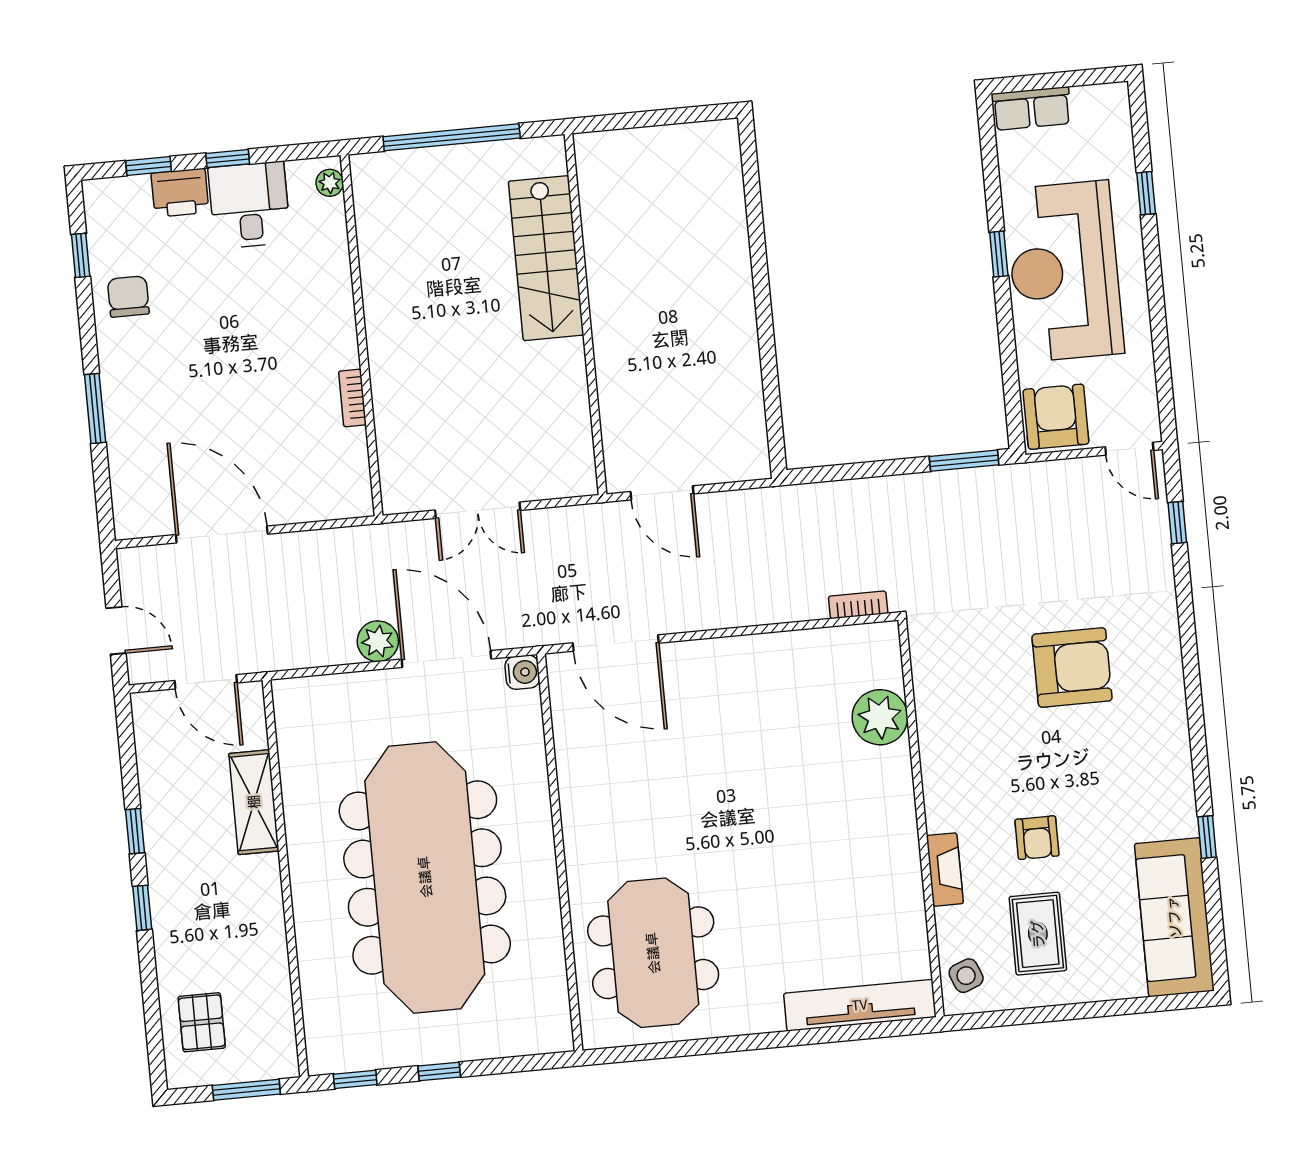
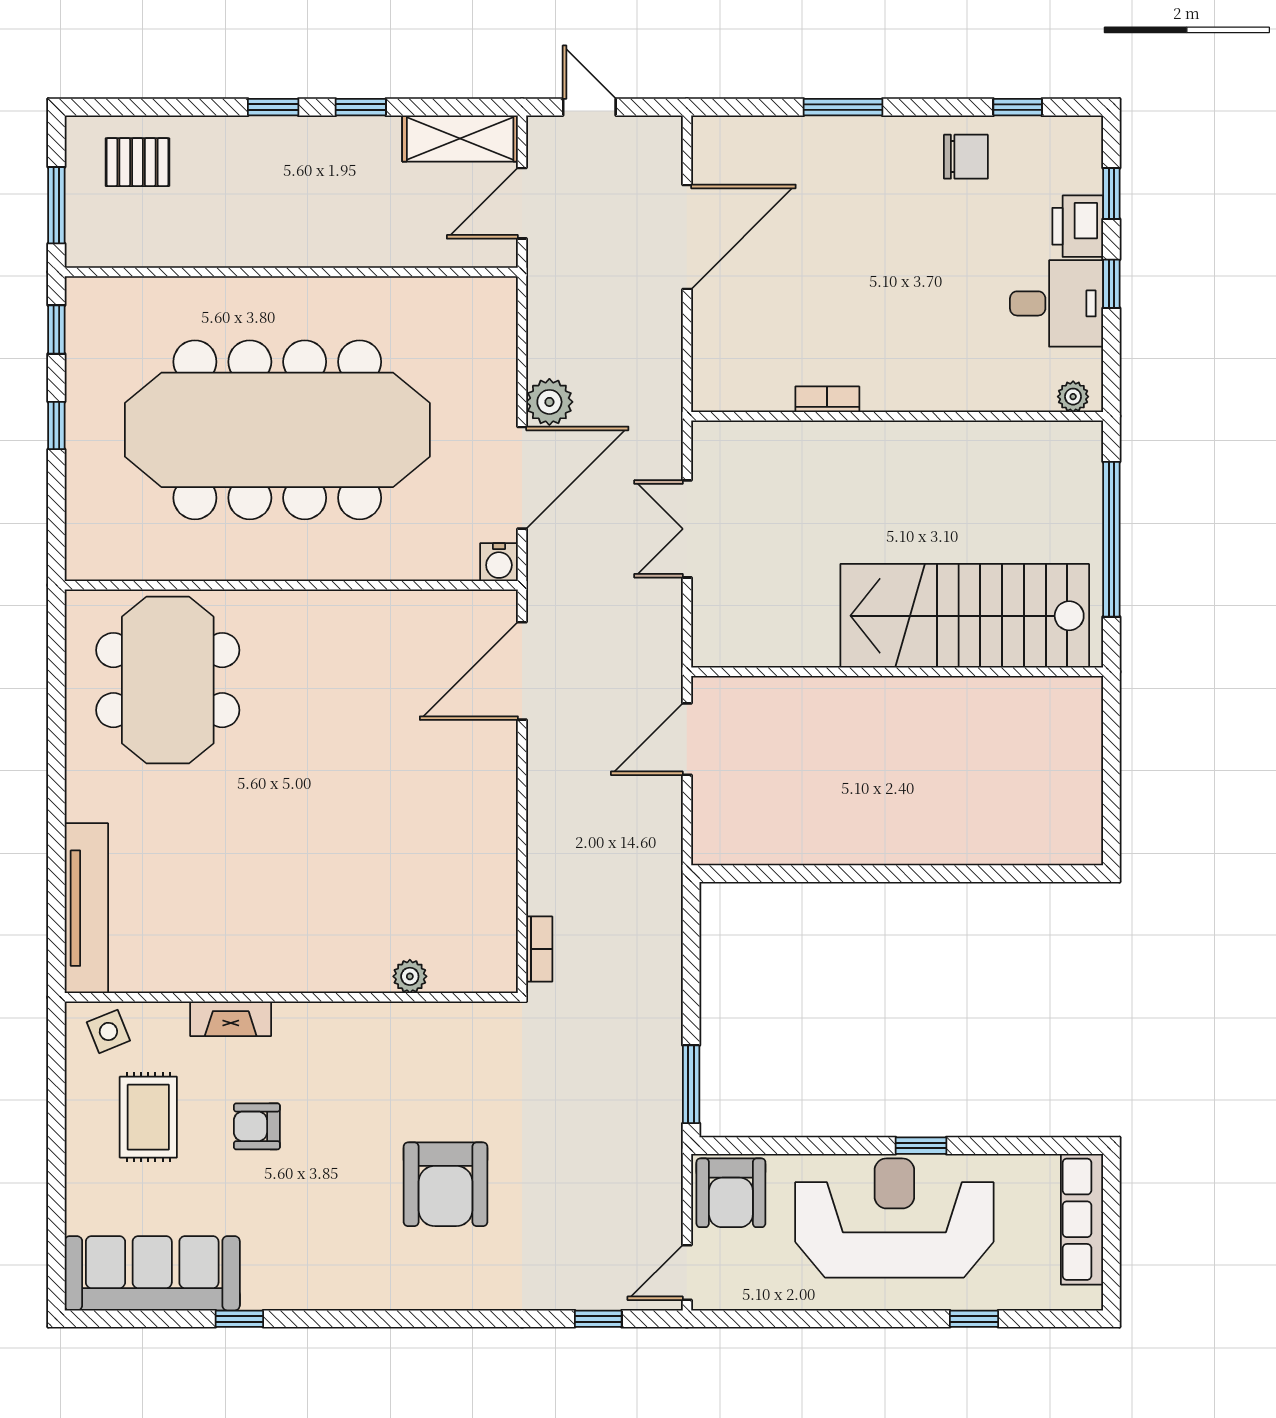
row of seats: (1031, 109) -> (1082, 1219), width x1.48
stairs: (546, 258) -> (965, 616), width x1.36, depth x1.51
armchair: (1056, 417) -> (731, 1193), turned 90
door: (116, 631) -> (589, 107), swing flipped
plant: (880, 717) -> (410, 976), width x0.53, depth x0.53
shelving: (254, 802) -> (460, 138), moved
rug: (1038, 934) -> (148, 1117), turned 90
meeting table: (653, 953) -> (168, 680), turned 90

